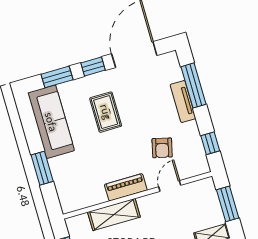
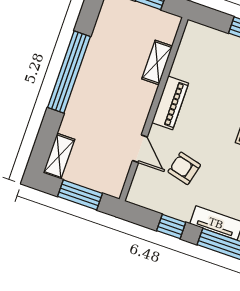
window: (210, 143) -> (171, 226), moved
shelving: (114, 215) -> (157, 63), width x0.67, depth x0.75

